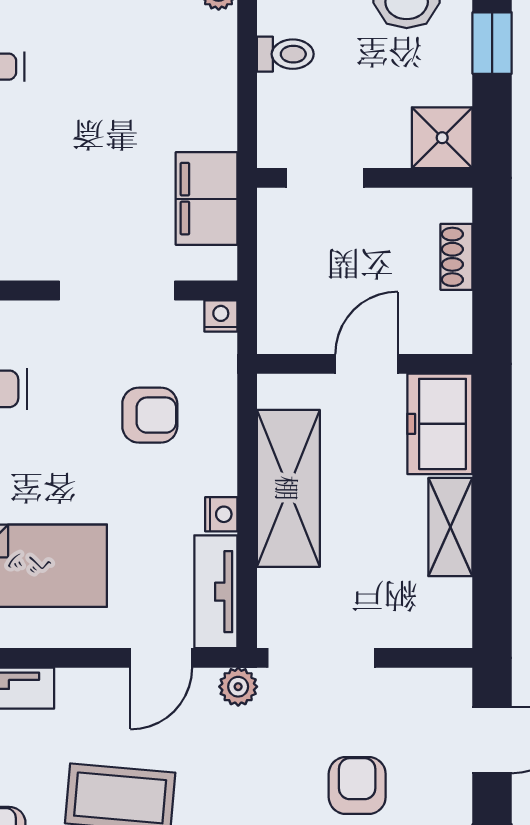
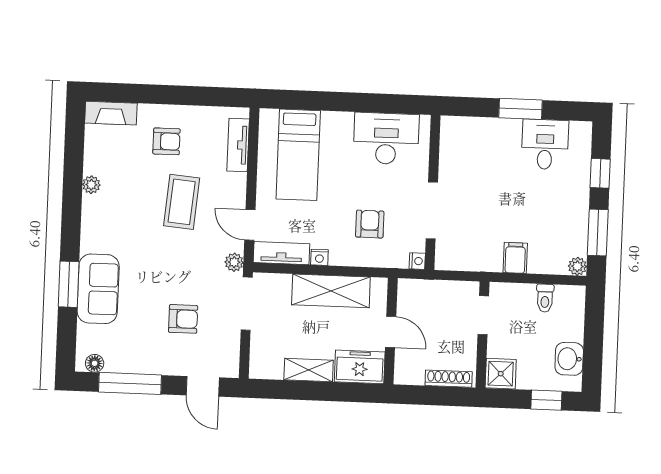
filing cabinet: (207, 199) -> (515, 258), moved, width x0.50
shoe rack: (456, 257) -> (449, 379), width x1.43
armchair: (150, 415) -> (370, 224), turned 180

